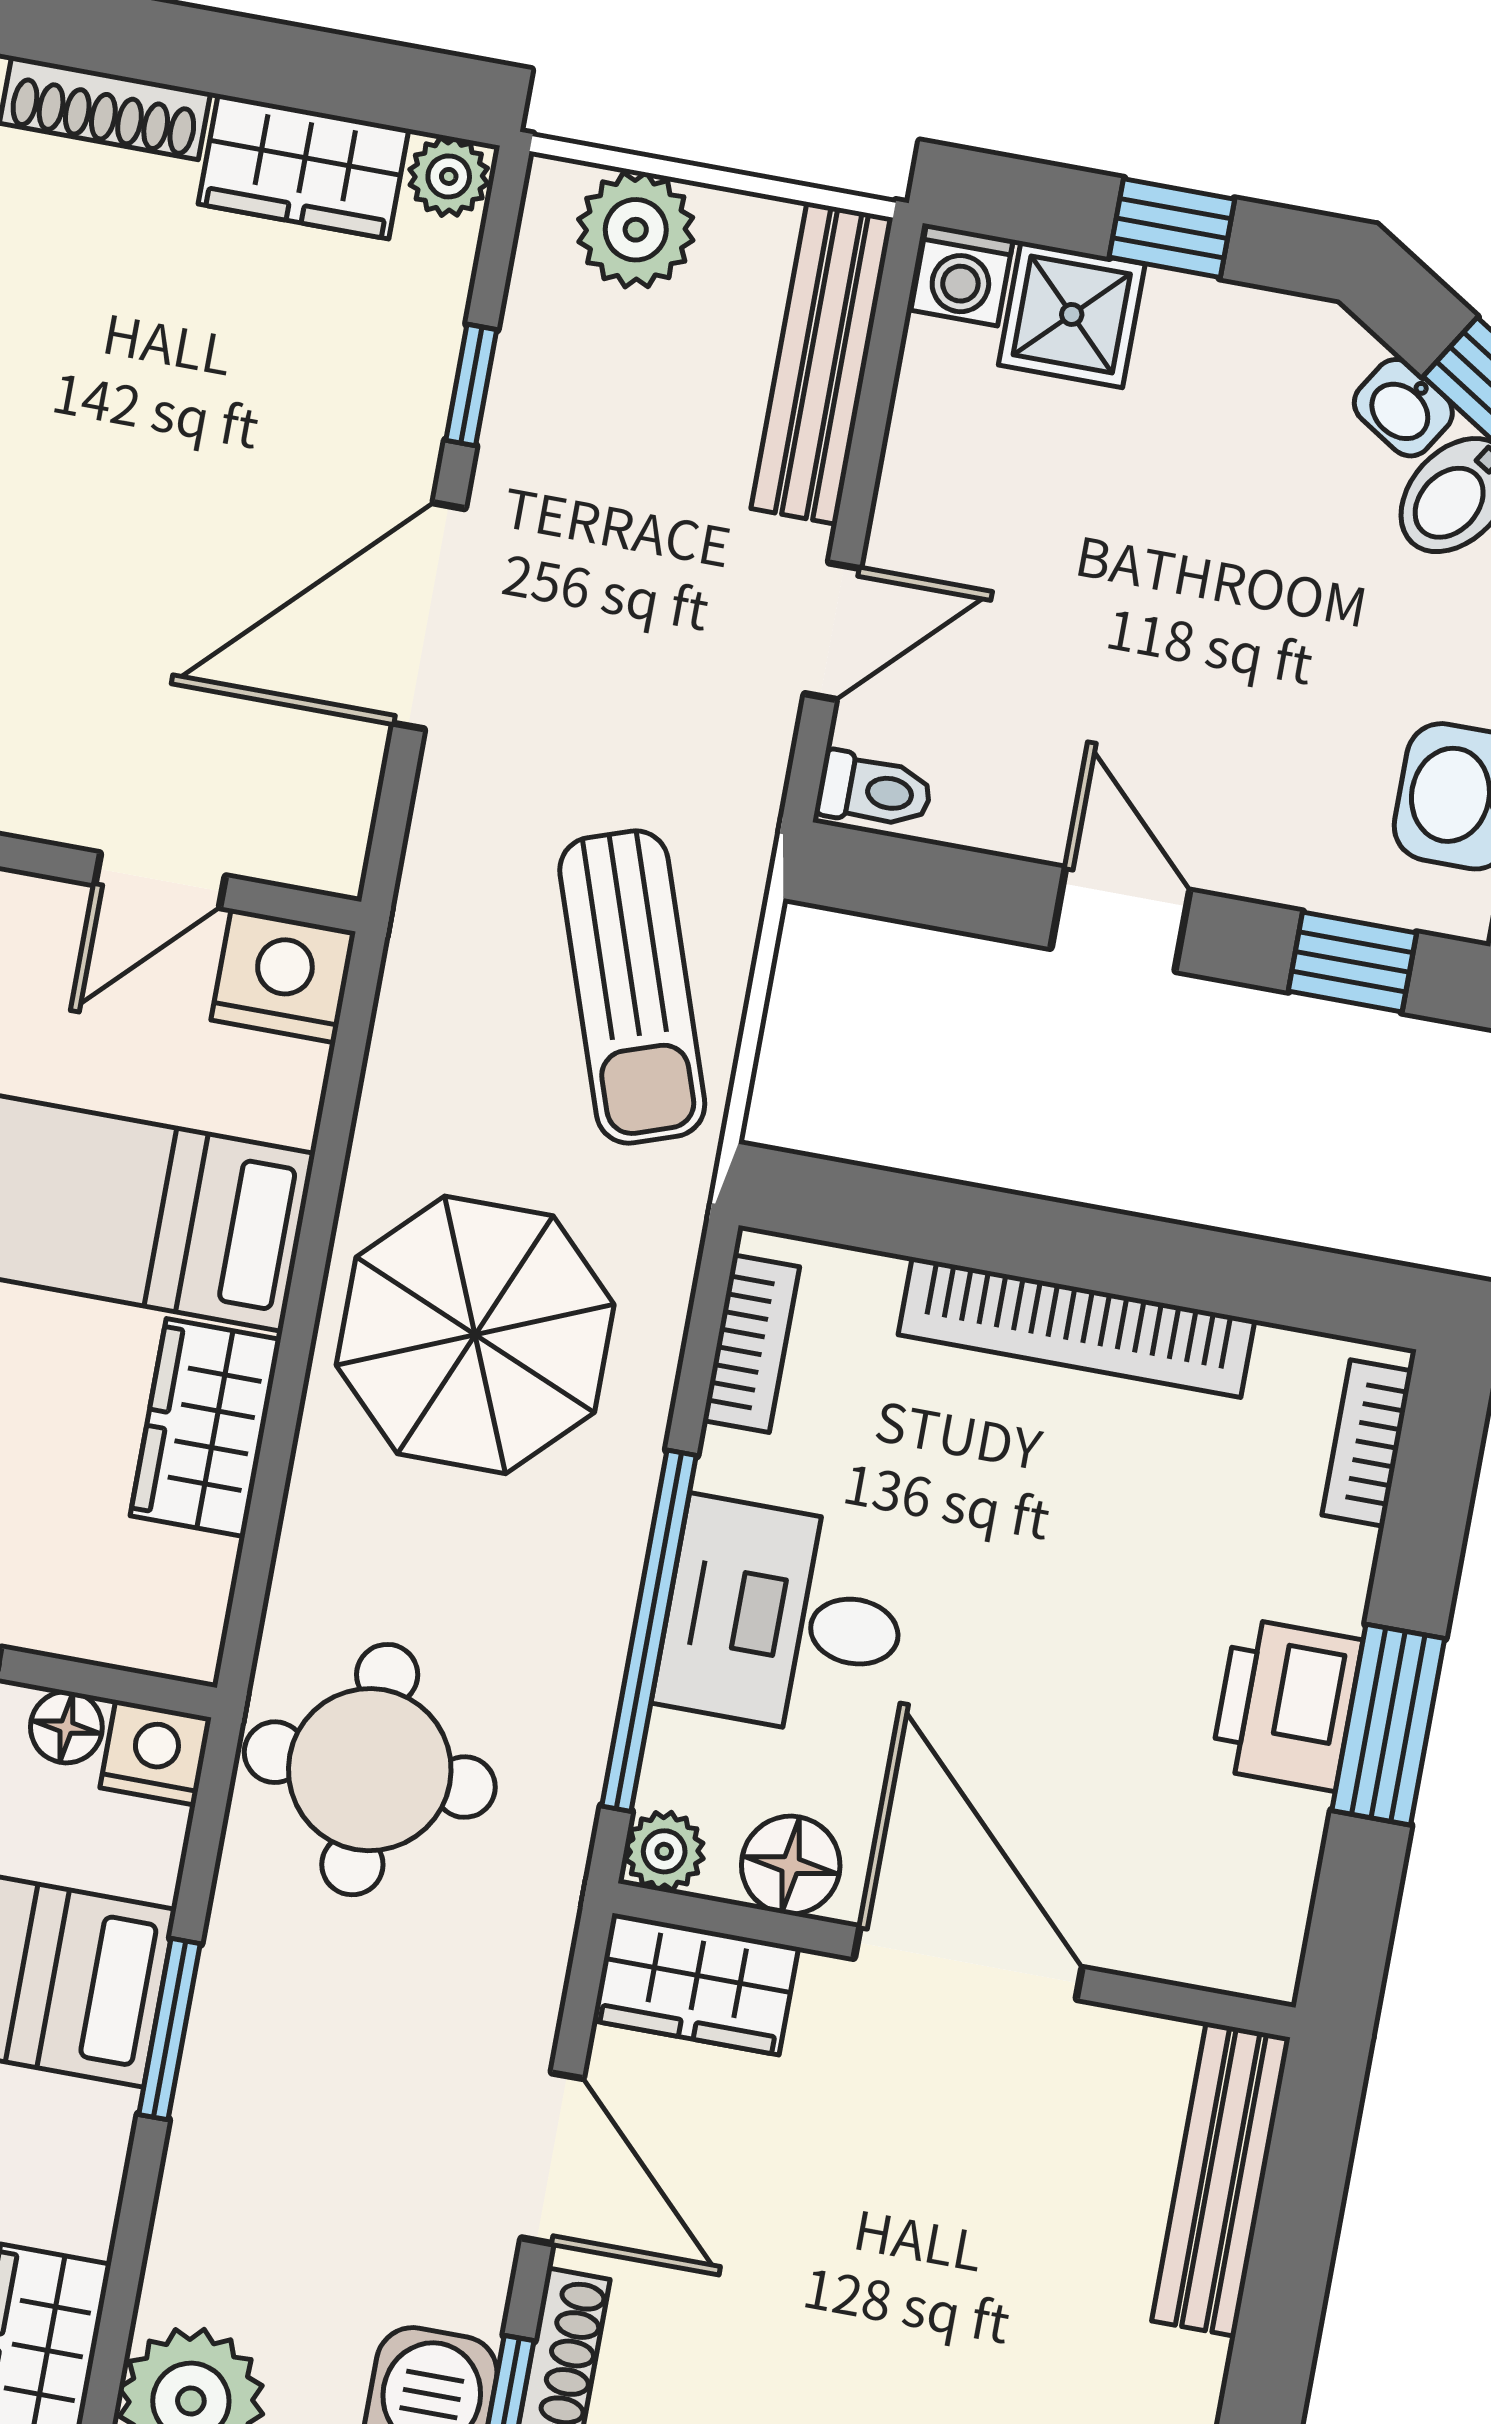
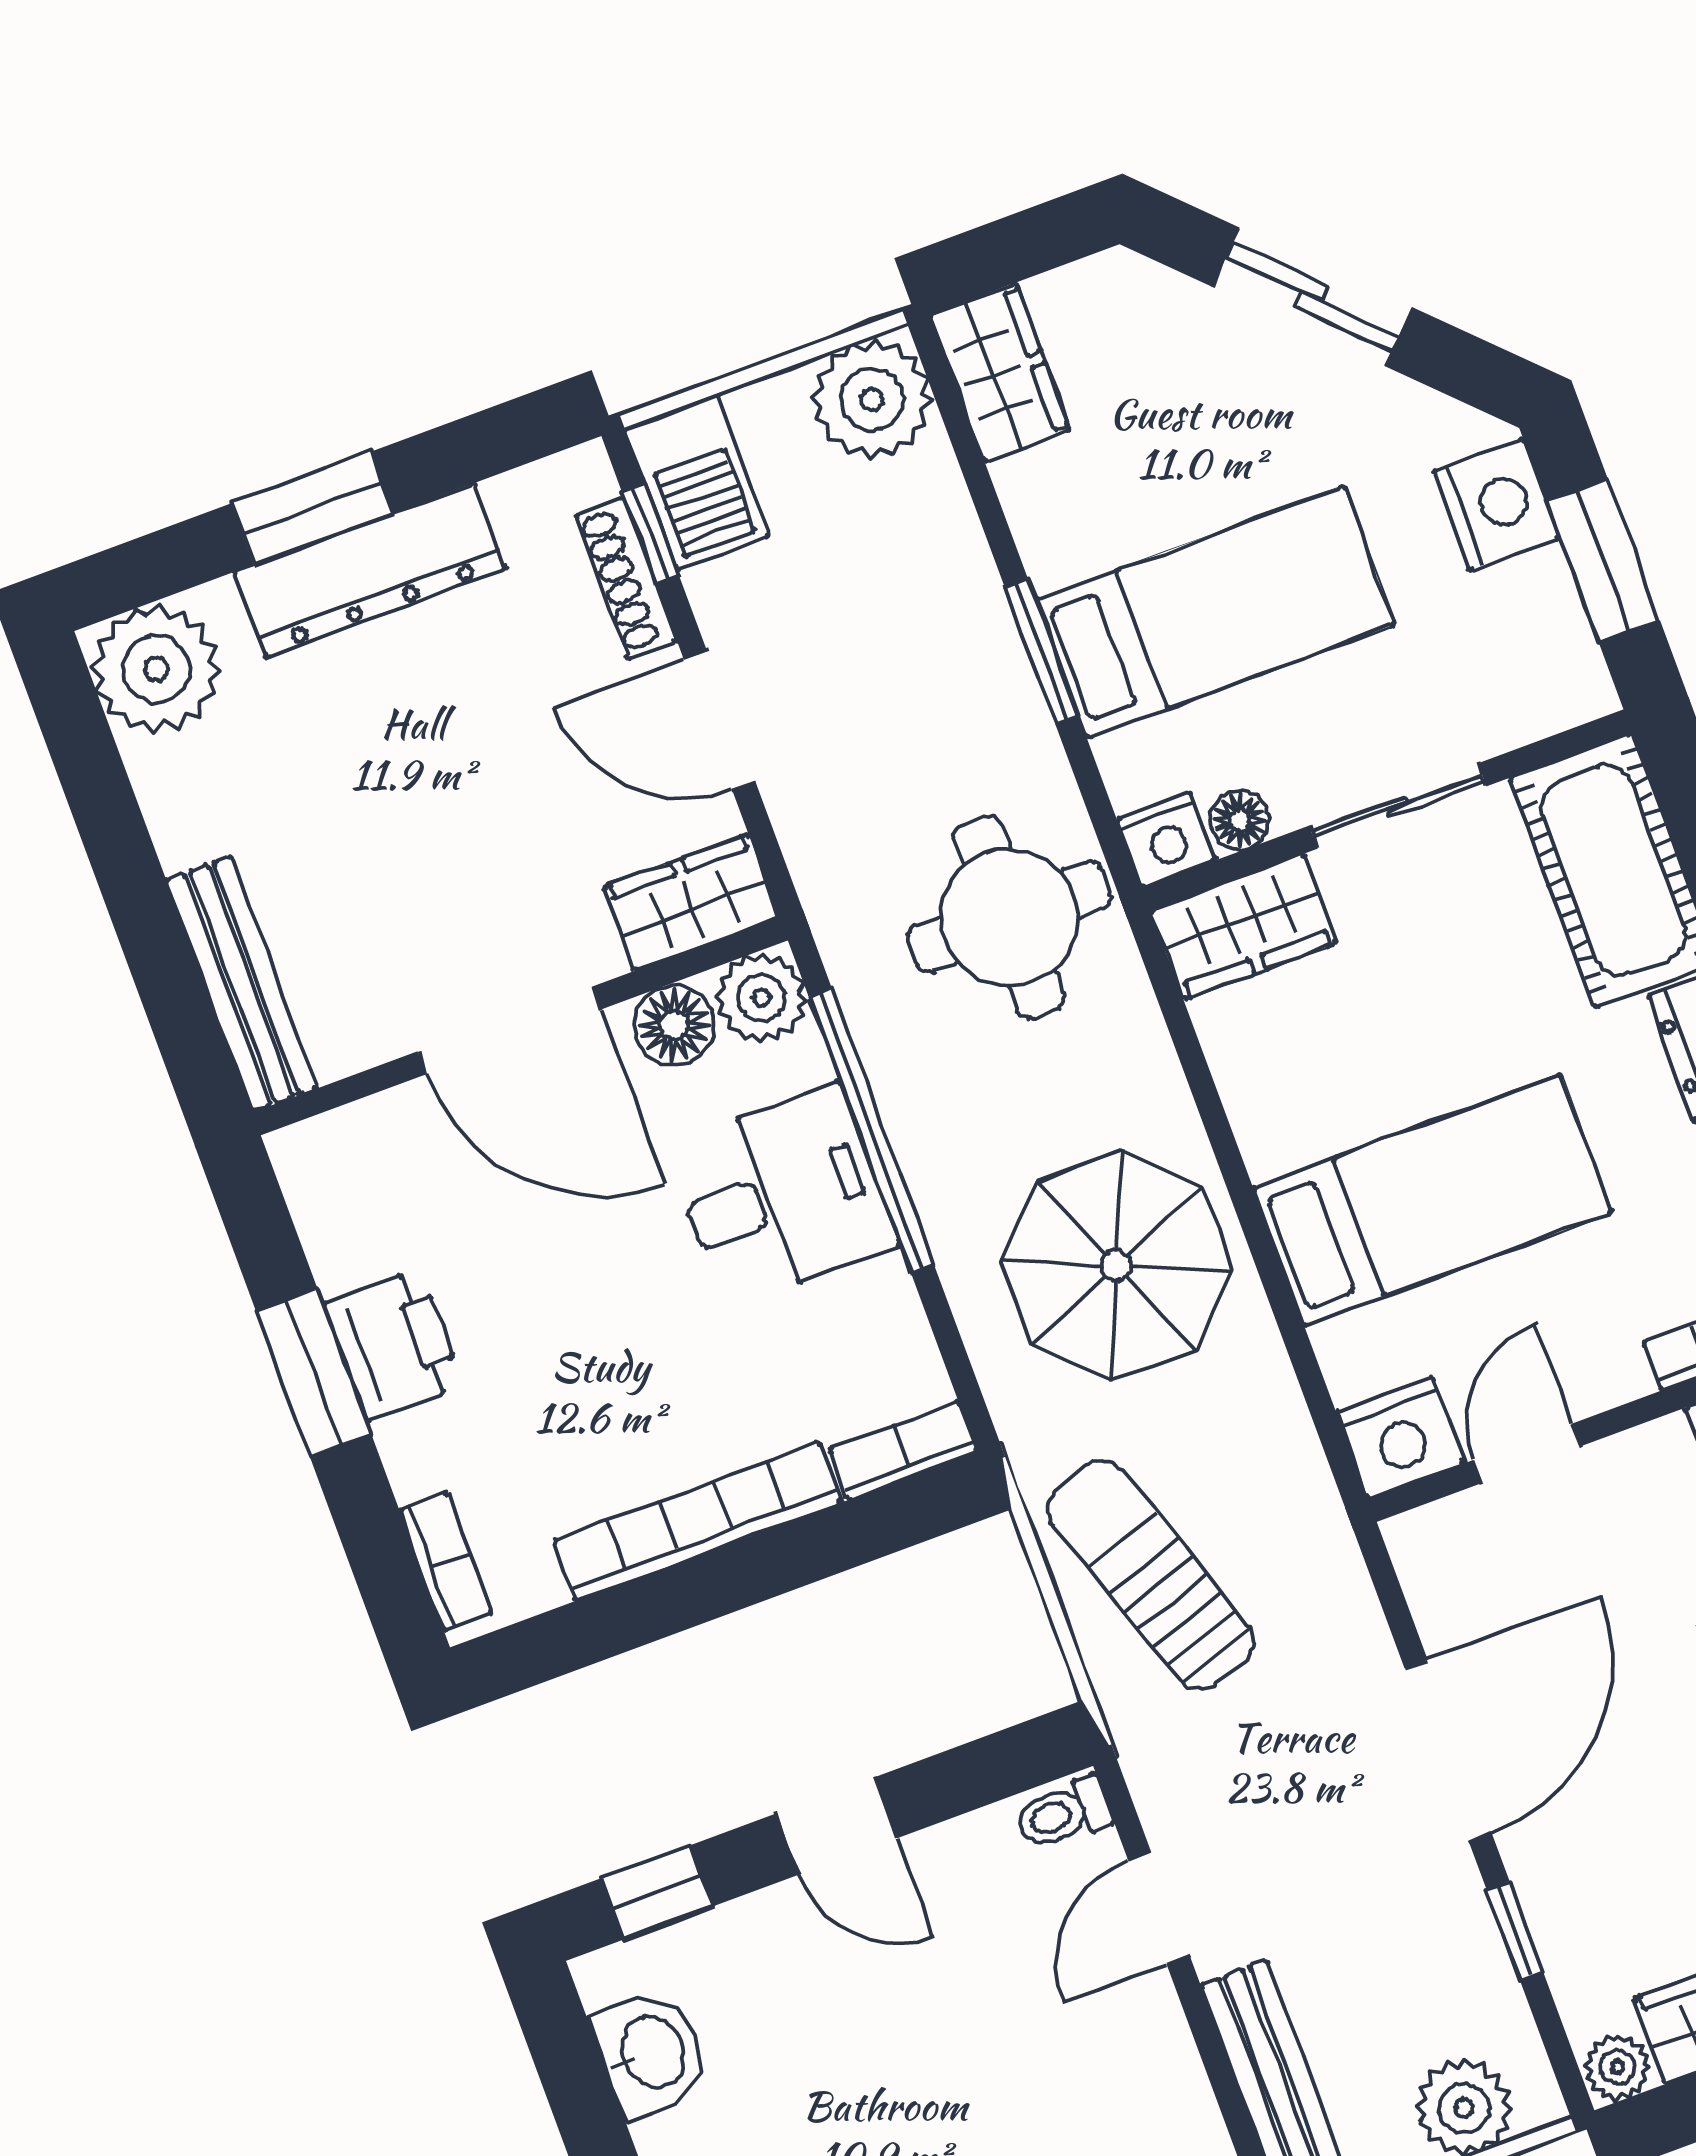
bookcase: (751, 1344) -> (903, 1450), moved, turned 90
wardrobe: (206, 1428) -> (1244, 927), moved, turned 90
plant: (664, 1851) -> (761, 998), width x1.38, depth x1.38

